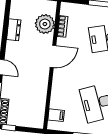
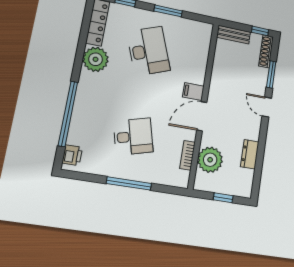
filing cabinet: (56, 115) -> (193, 91), moved
bench: (30, 122) -> (234, 35), added

